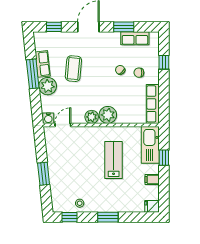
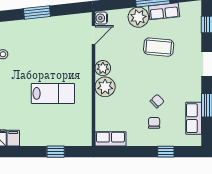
row of seats: (153, 104) -> (110, 139), width x0.68
door: (63, 125) -> (93, 35), hinge flipped
kitchen sink: (150, 145) -> (70, 136), removed
filing cabinet: (152, 180) -> (13, 138), moved

